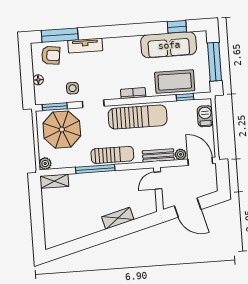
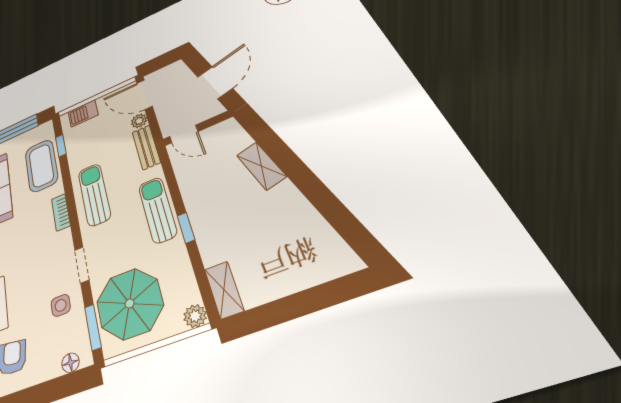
floor lamp: (38, 80) -> (71, 363), moved
sun lounger: (138, 117) -> (94, 194), width x0.73, depth x0.75
door: (200, 161) -> (144, 95), hinge flipped
window: (95, 169) -> (186, 228), width x0.46

